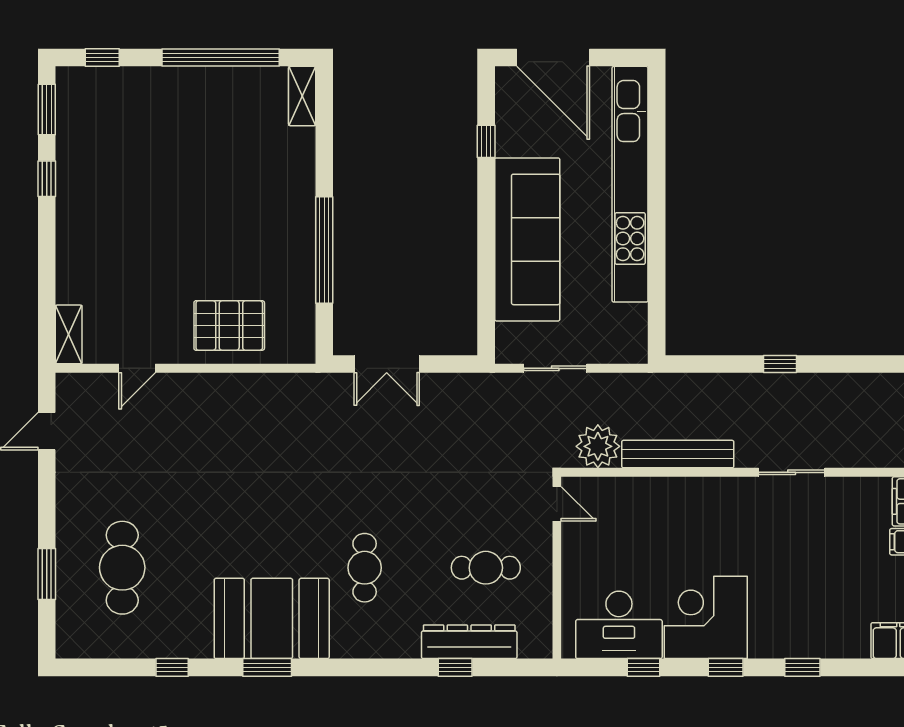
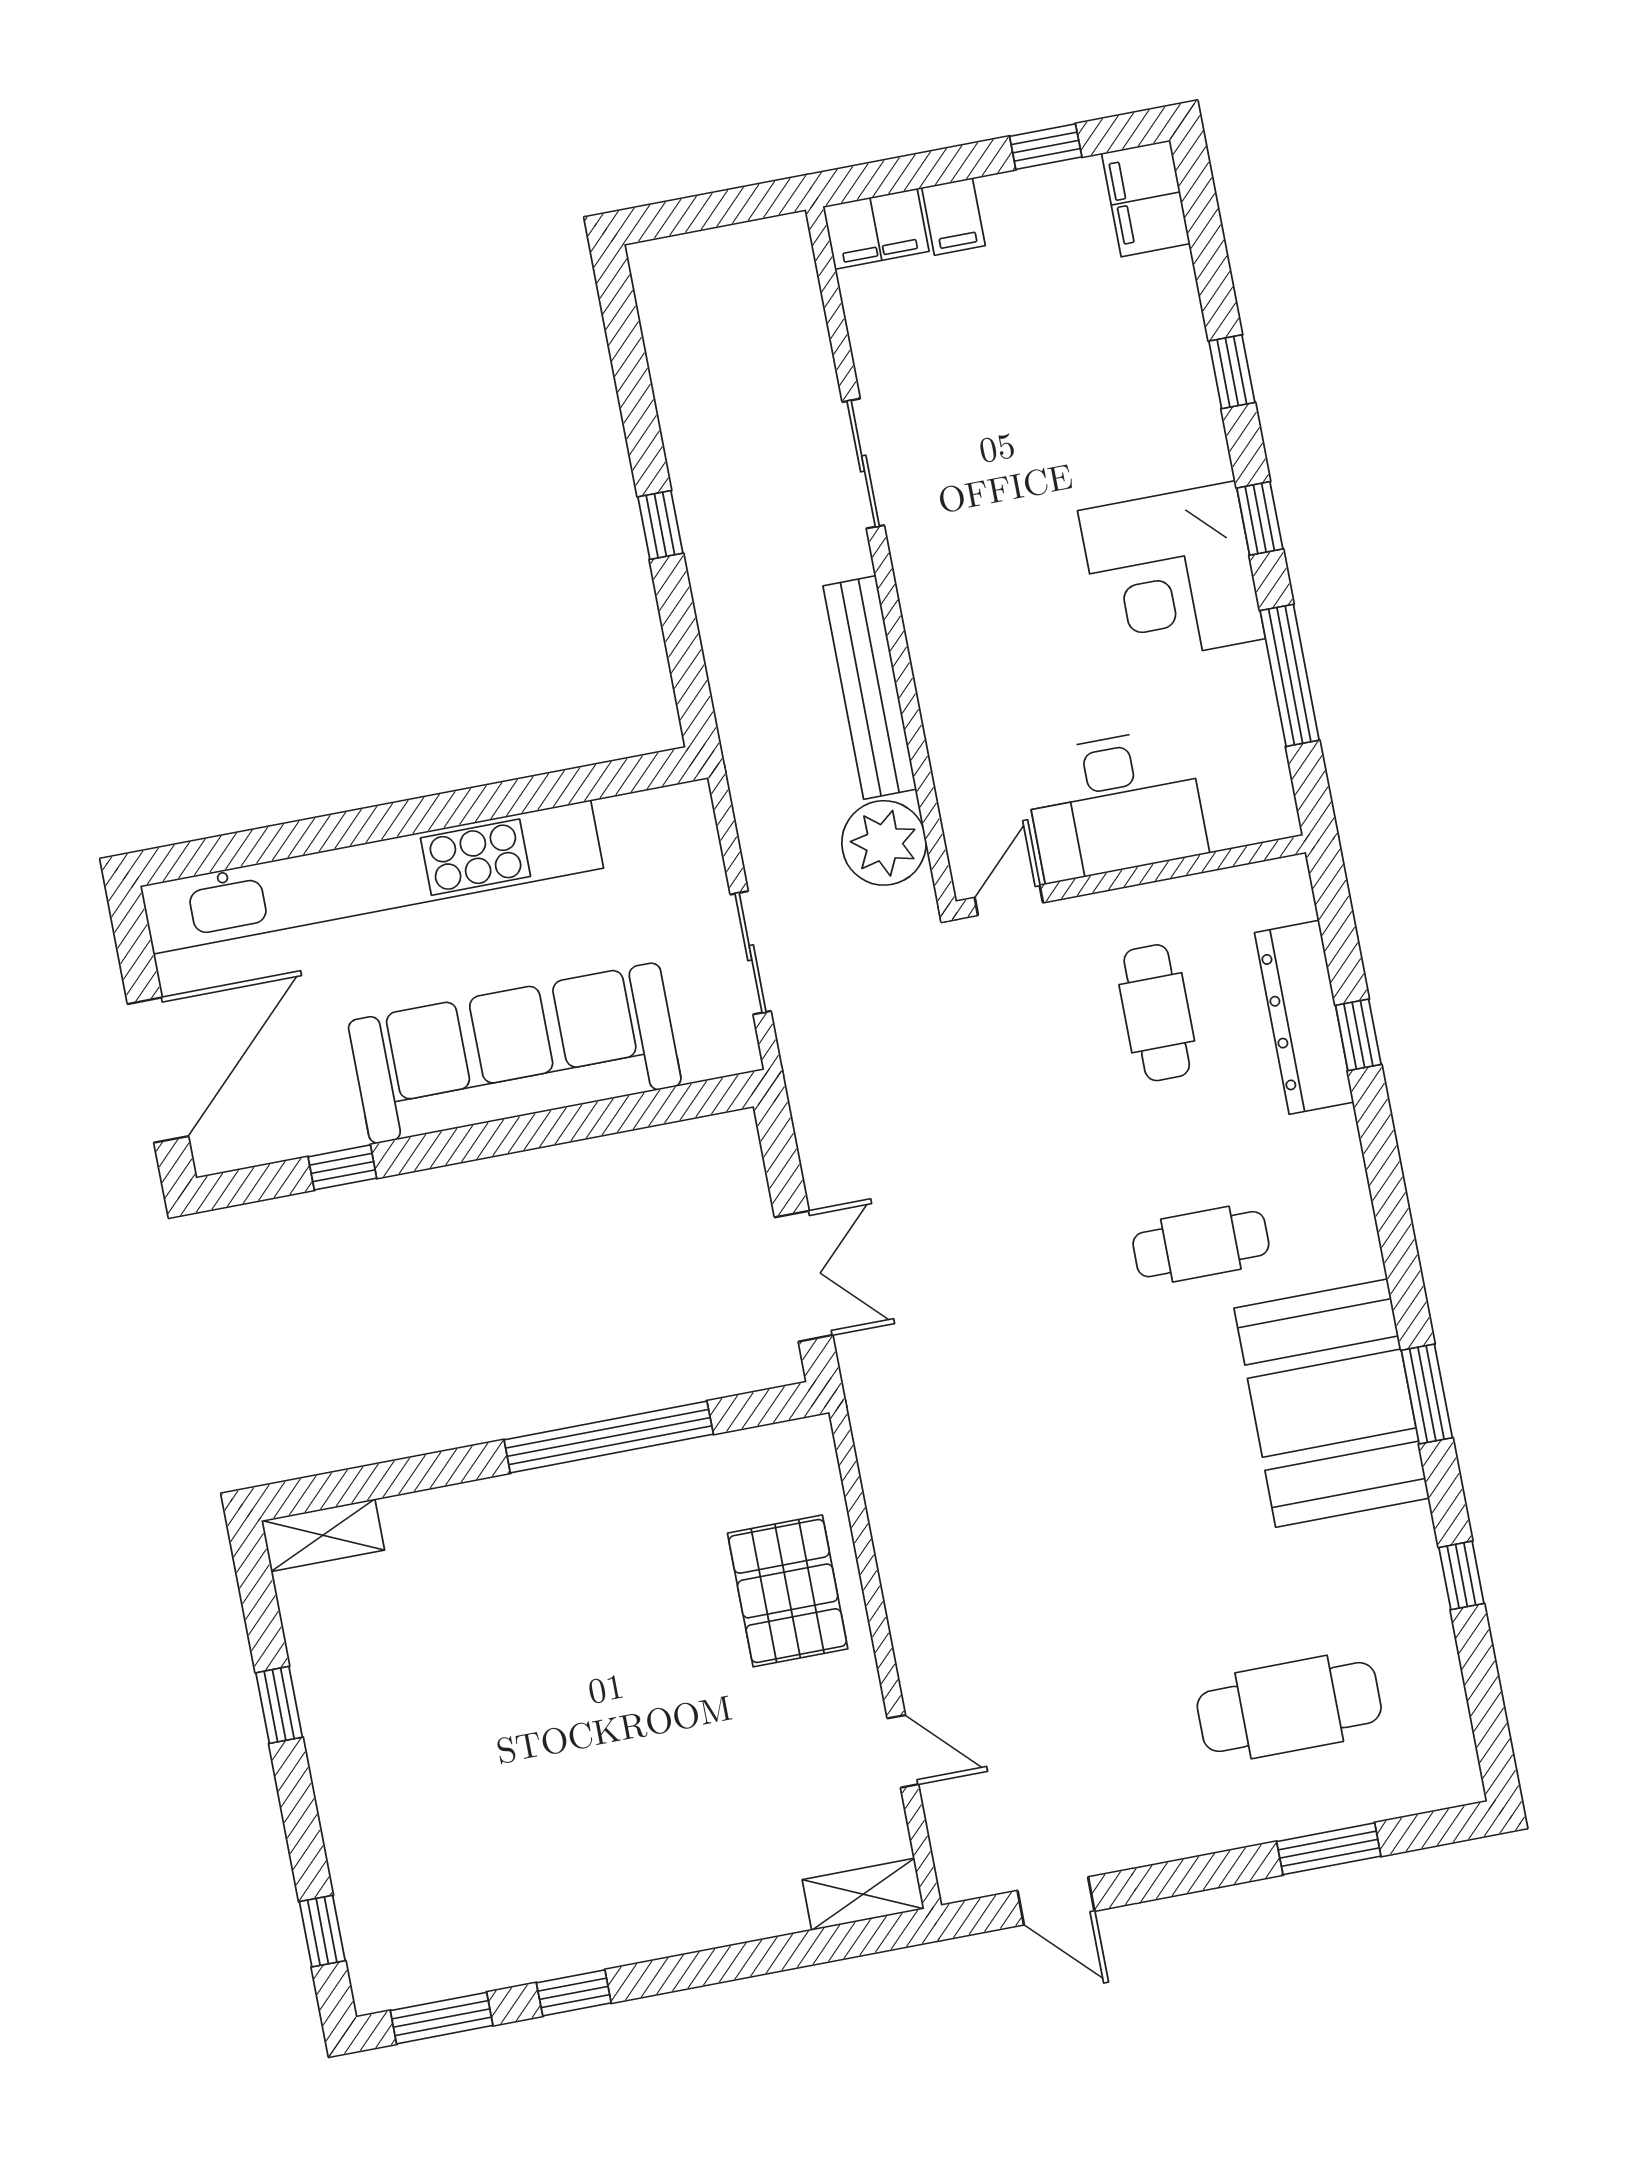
window: (221, 58) -> (279, 1705), width x0.32
desk: (619, 625) -> (1115, 804), moved, turned 90
window: (643, 667) -> (1290, 675), width x2.17

